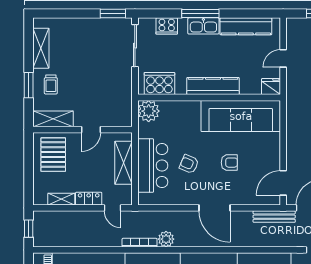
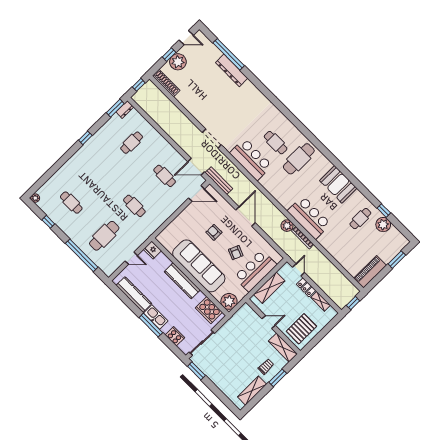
sofa: (241, 116) -> (199, 266), moved

